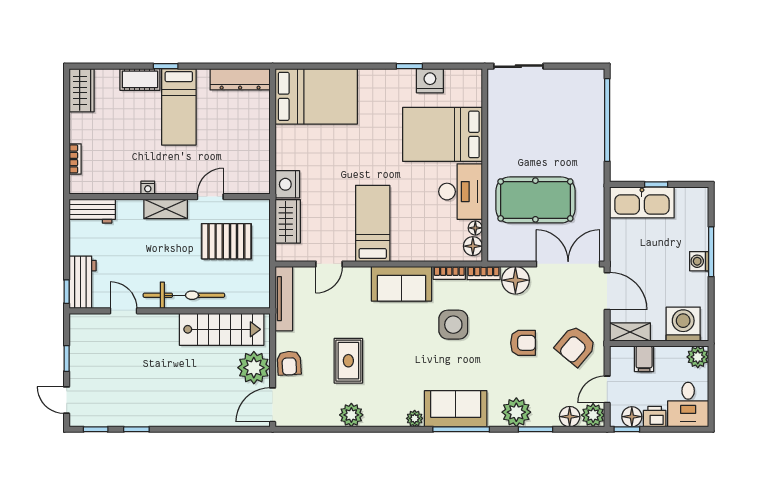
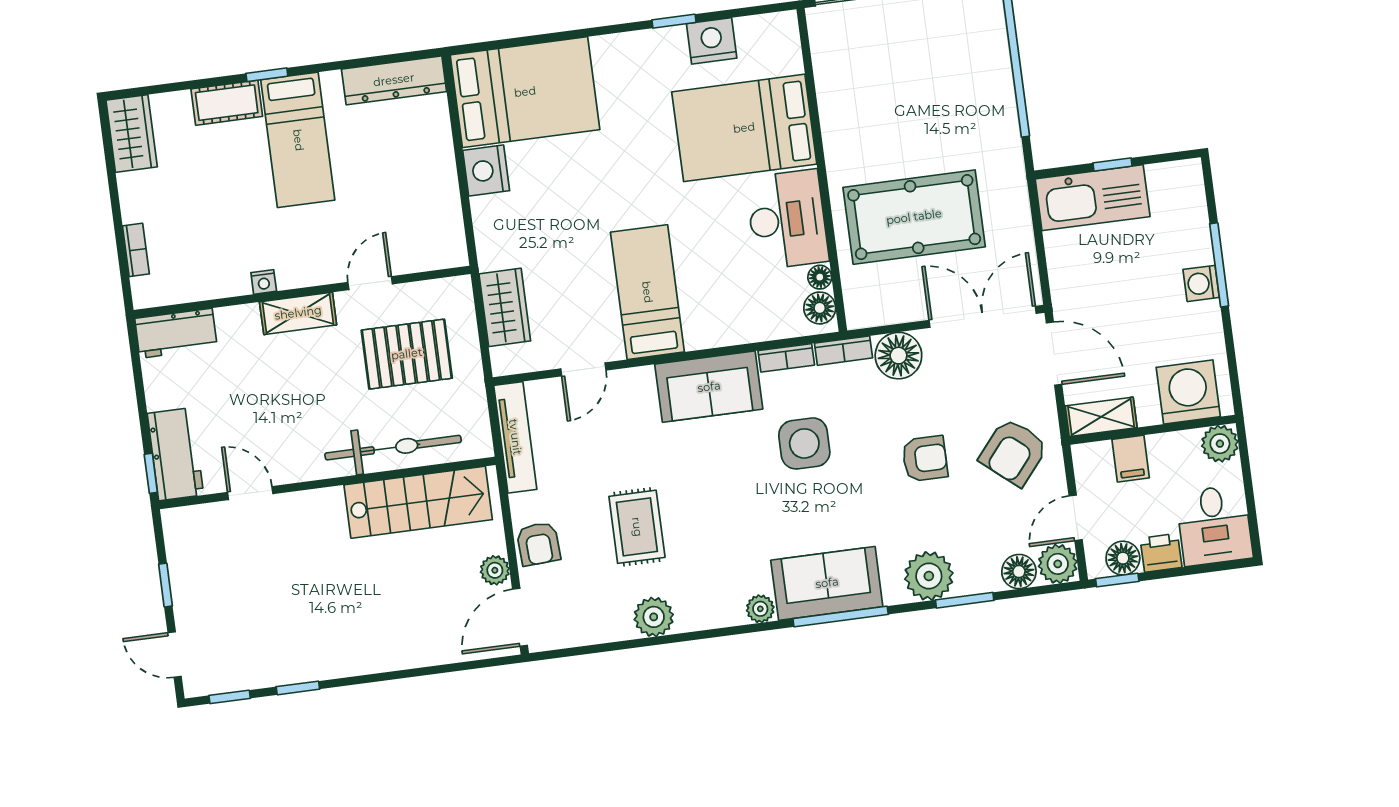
nightstand: (287, 184) -> (486, 170), moved
bicycle: (184, 295) -> (393, 448), moved
plant: (254, 368) -> (495, 570), width x0.53, depth x0.53

